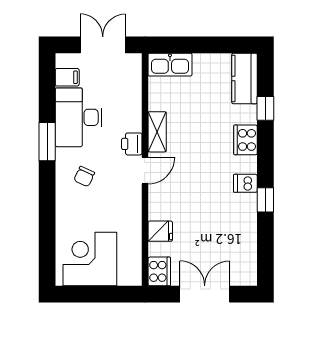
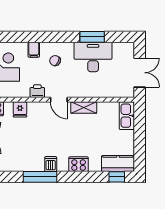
filing cabinet: (67, 77) -> (34, 50), moved
window: (265, 108) -> (117, 177), moved
window: (47, 142) -> (92, 37), moved
printer: (132, 144) -> (37, 91), moved
window: (265, 200) -> (40, 177), width x2.17

